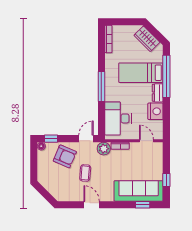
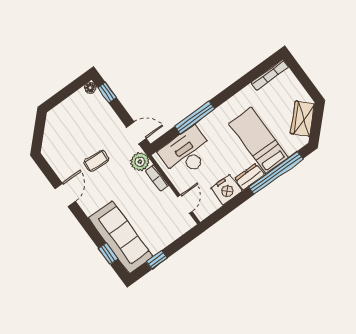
window: (101, 87) -> (195, 118), moved
armchair: (65, 156) -> (98, 123), removed

